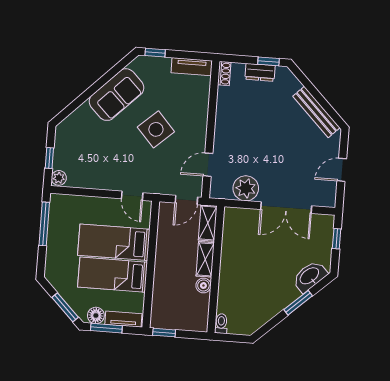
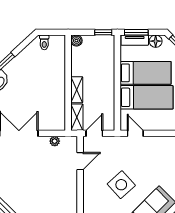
plant: (246, 188) -> (55, 141), width x0.53, depth x0.53
boiler: (203, 286) -> (76, 41), moved
toilet: (221, 324) -> (44, 42), moved
window: (106, 328) -> (136, 32), moved

